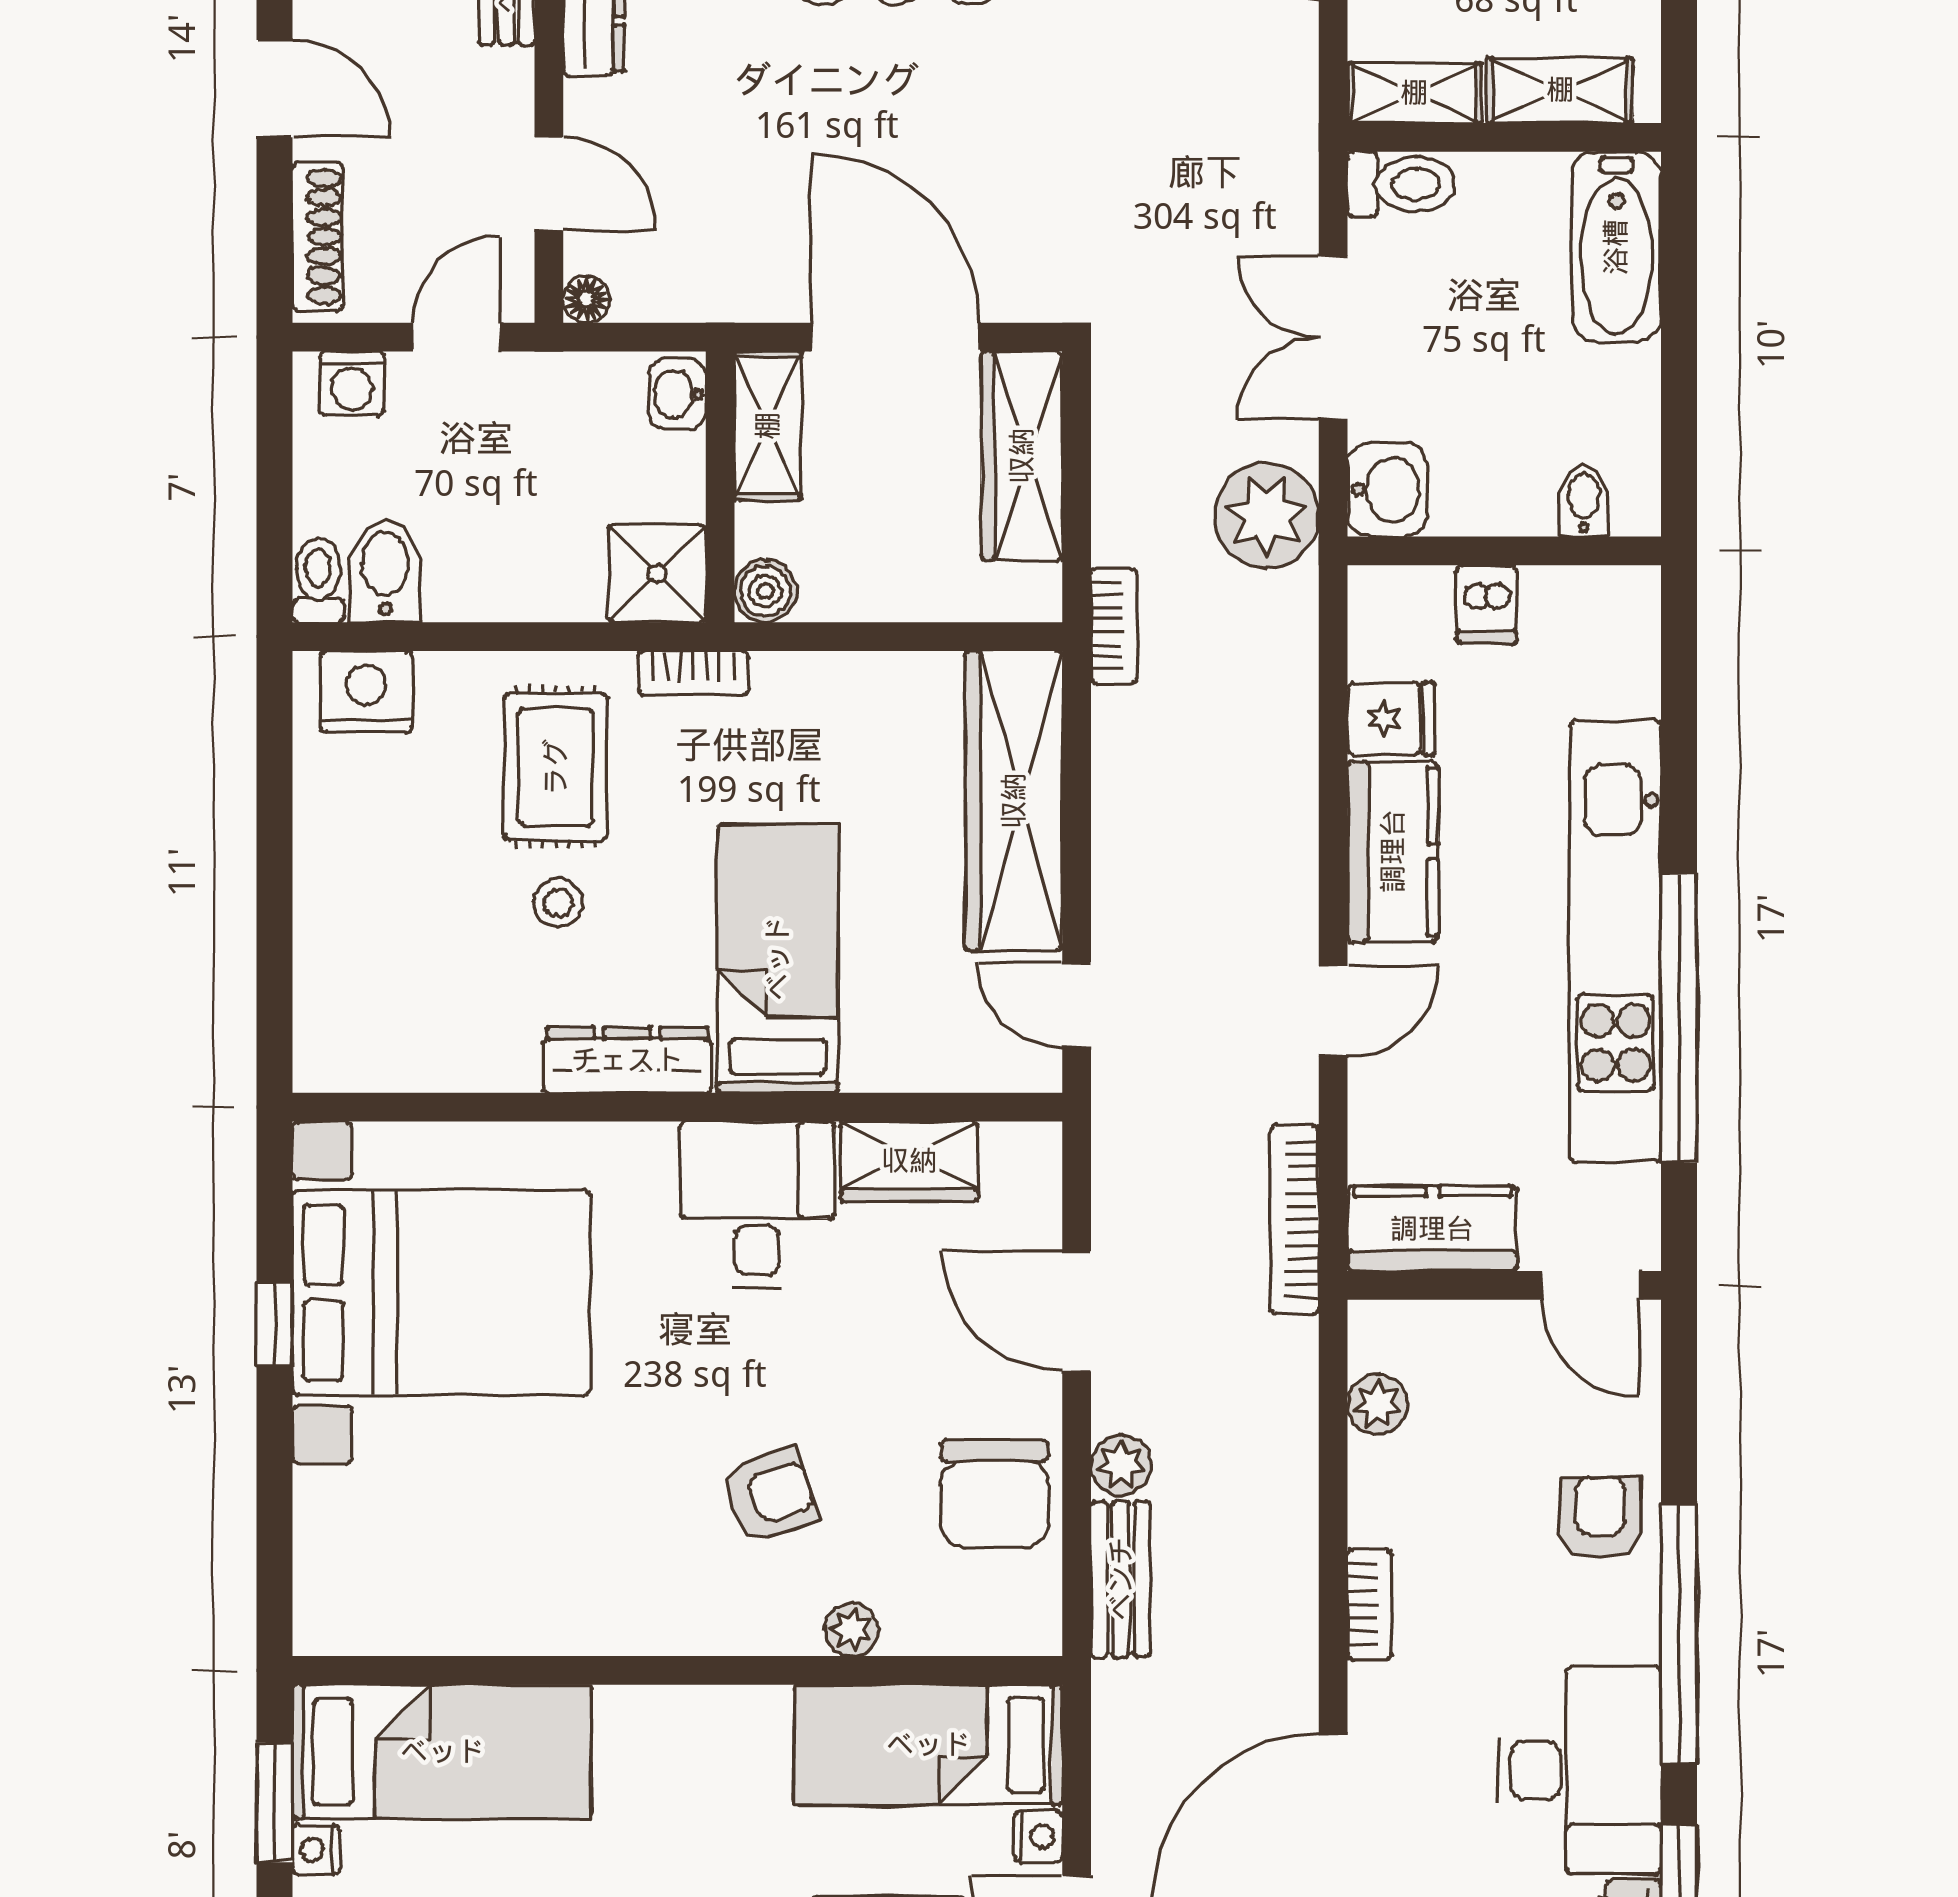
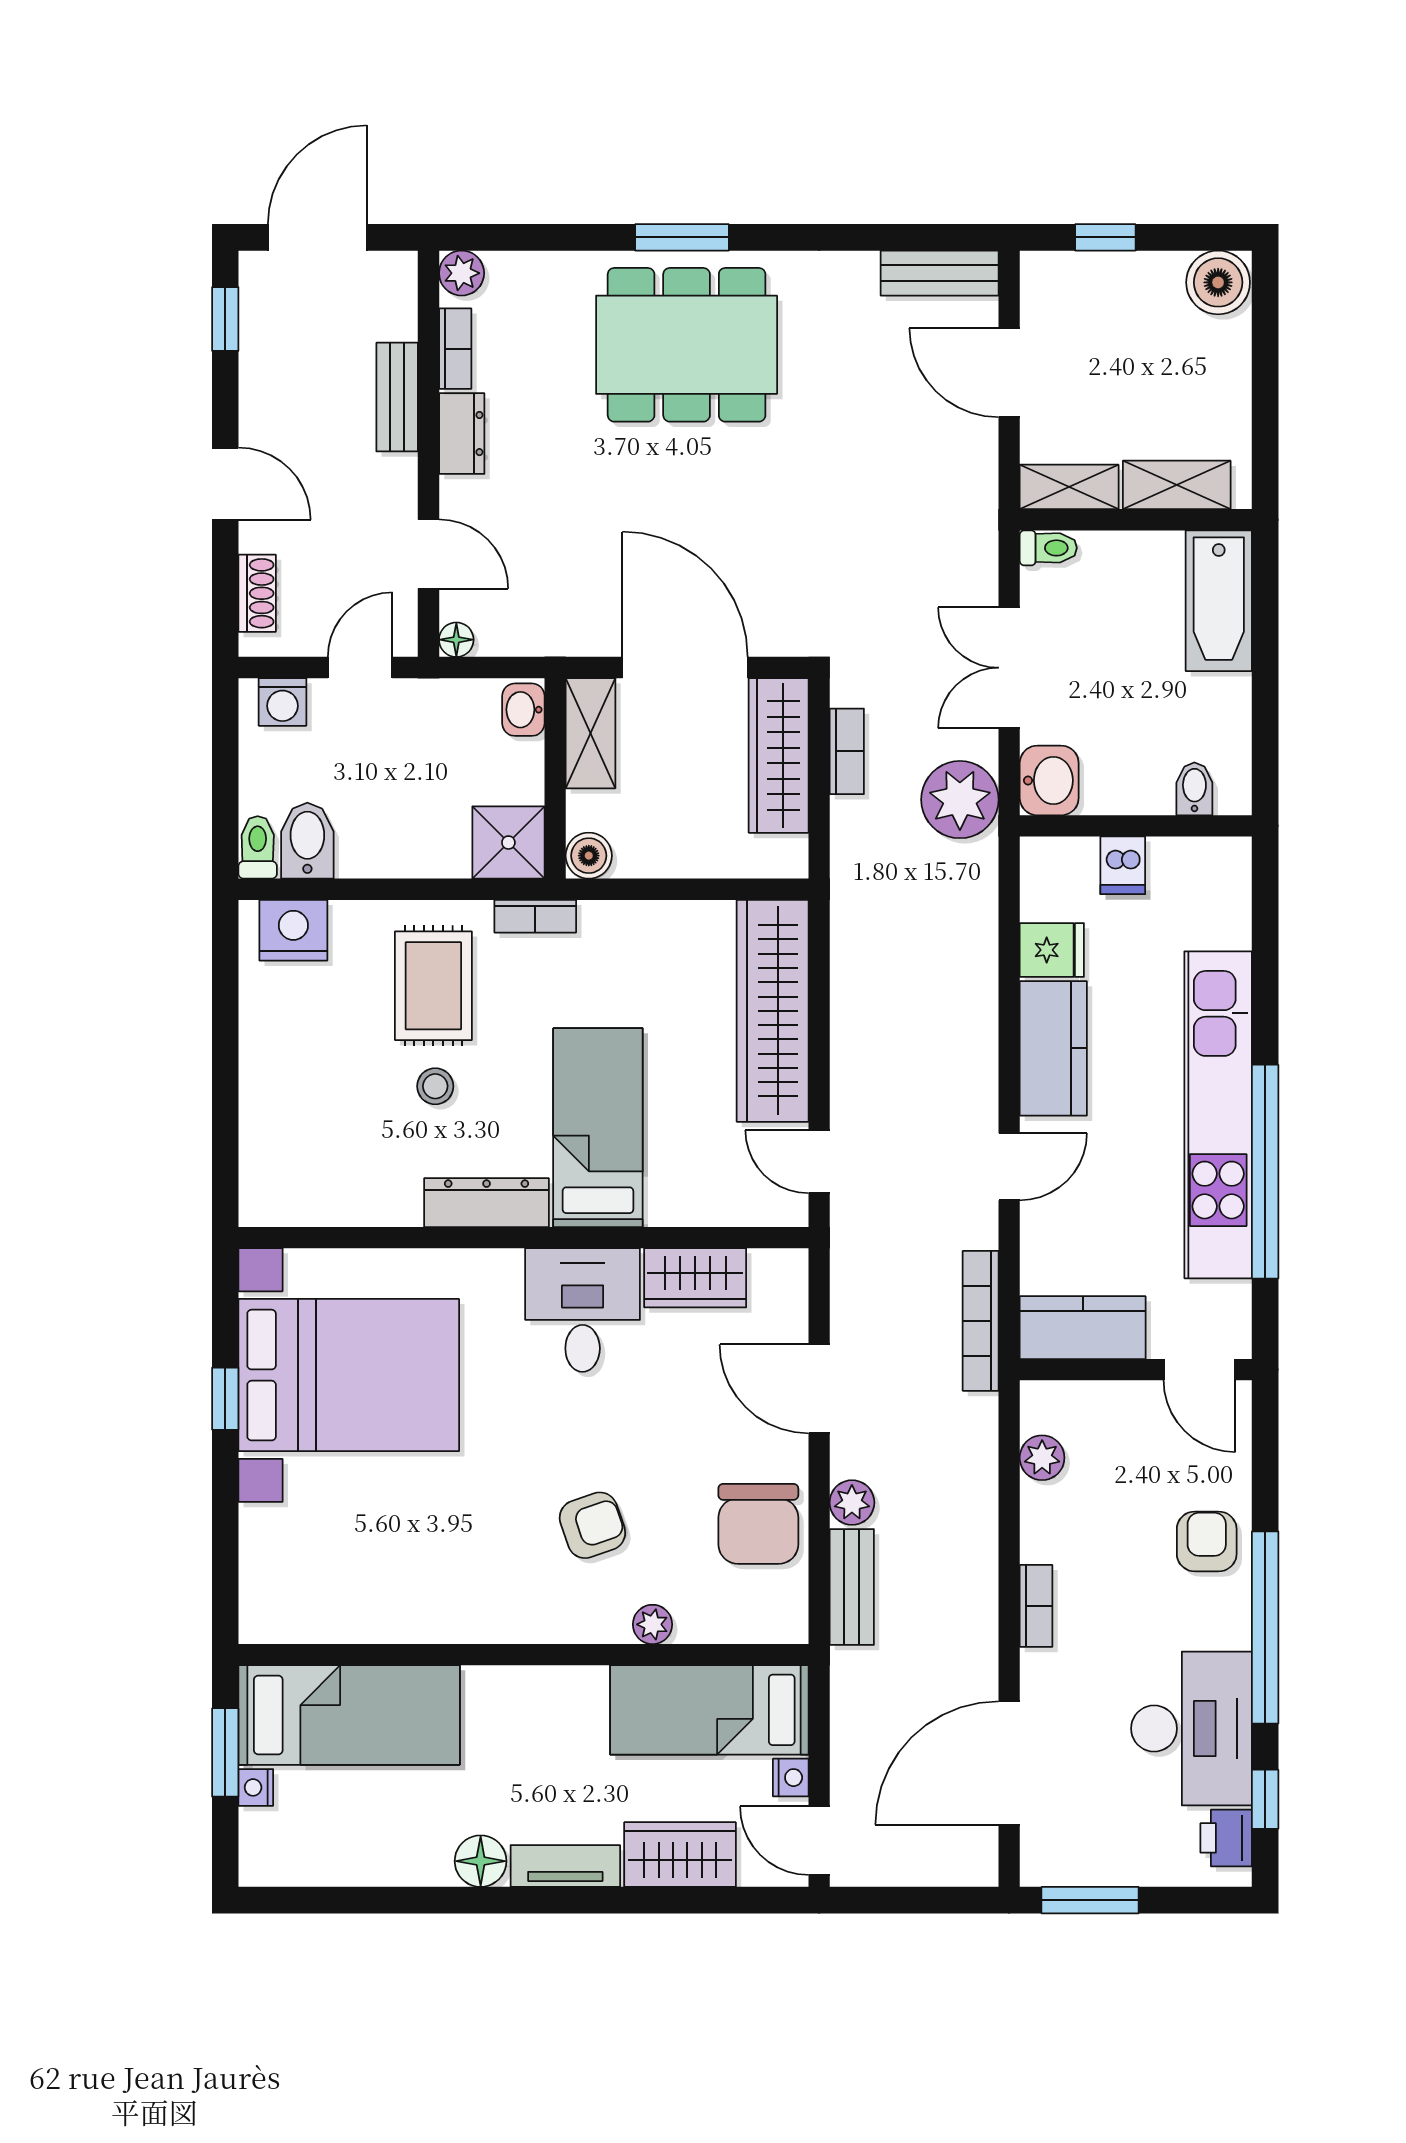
toilet: (1401, 184) -> (1048, 548), width x0.73, depth x0.72
shoe rack: (318, 237) -> (257, 593), width x0.70
bookcase: (1114, 626) -> (847, 751), moved

